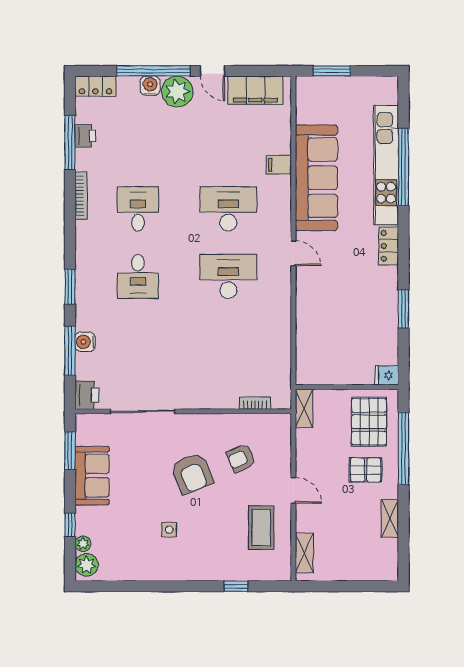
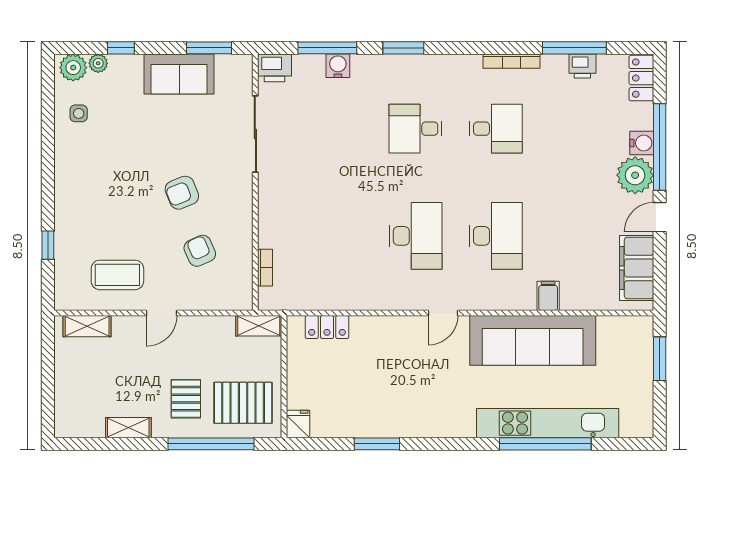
locker: (389, 246) -> (327, 327), moved, turned 180
armchair: (192, 473) -> (182, 193), width x0.72, depth x0.72
side table: (169, 530) -> (79, 113), moved

